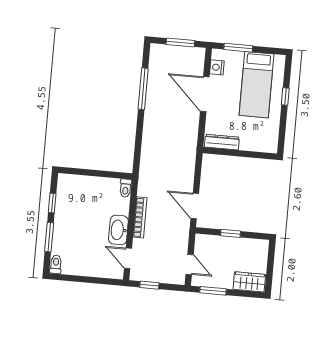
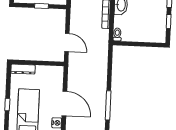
dresser: (222, 142) -> (23, 69), moved
door: (195, 206) -> (67, 42), moved

